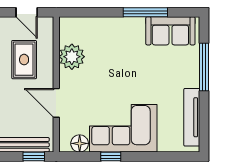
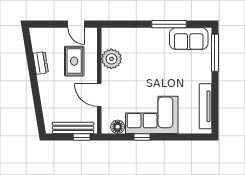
window: (204, 67) -> (215, 53), moved

